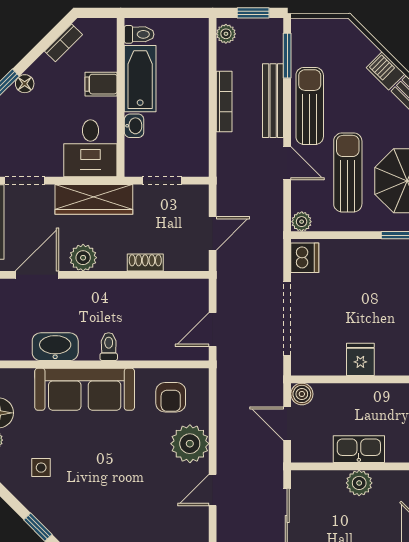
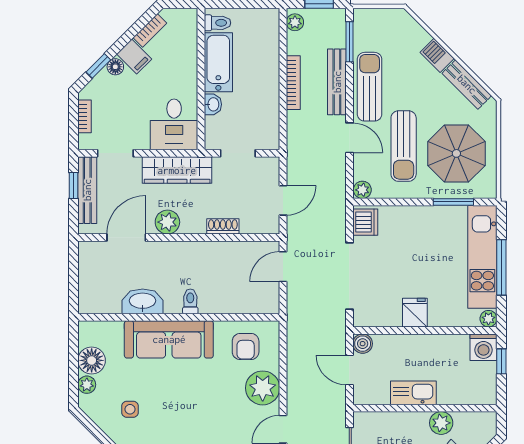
filing cabinet: (101, 84) -> (134, 57), moved, turned -135
sun lounger: (348, 172) -> (404, 146), turned 180
door: (213, 329) -> (283, 267), moved
plant: (359, 483) -> (441, 423), moved

